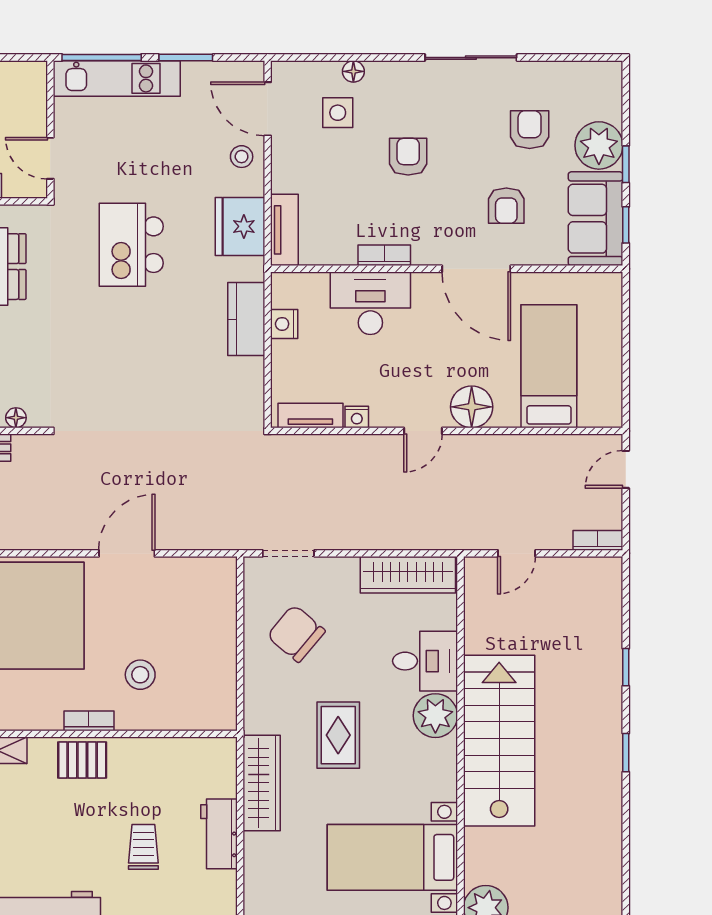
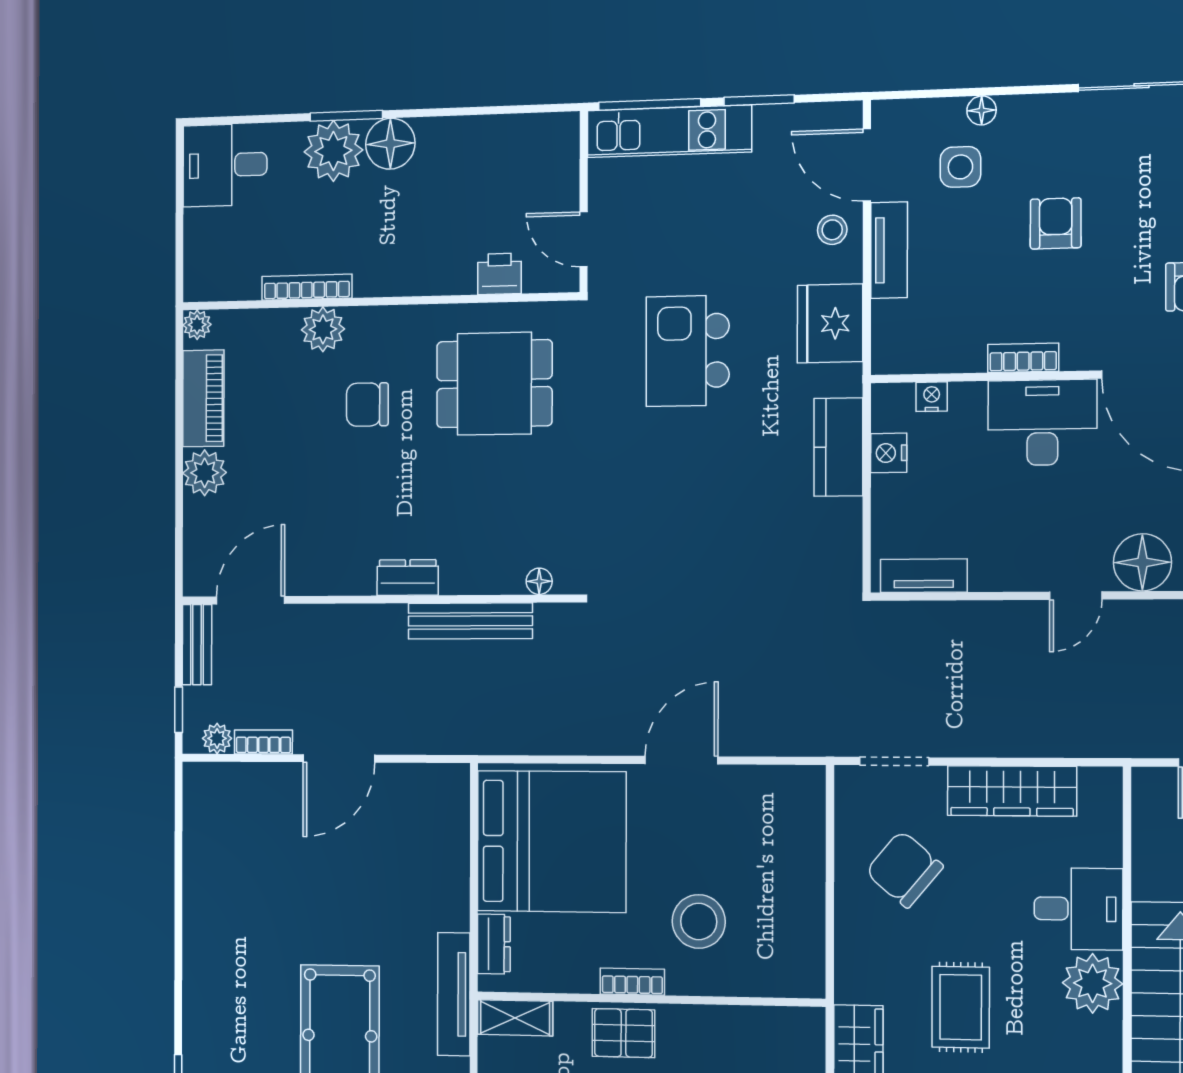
tv unit: (284, 230) -> (889, 250), moved
desk: (370, 303) -> (1042, 423), moved
nightstand: (357, 417) -> (932, 397), moved, turned 180
wardrobe: (408, 575) -> (1012, 791), moved
stool: (140, 675) -> (699, 921), width x1.38, depth x1.38

